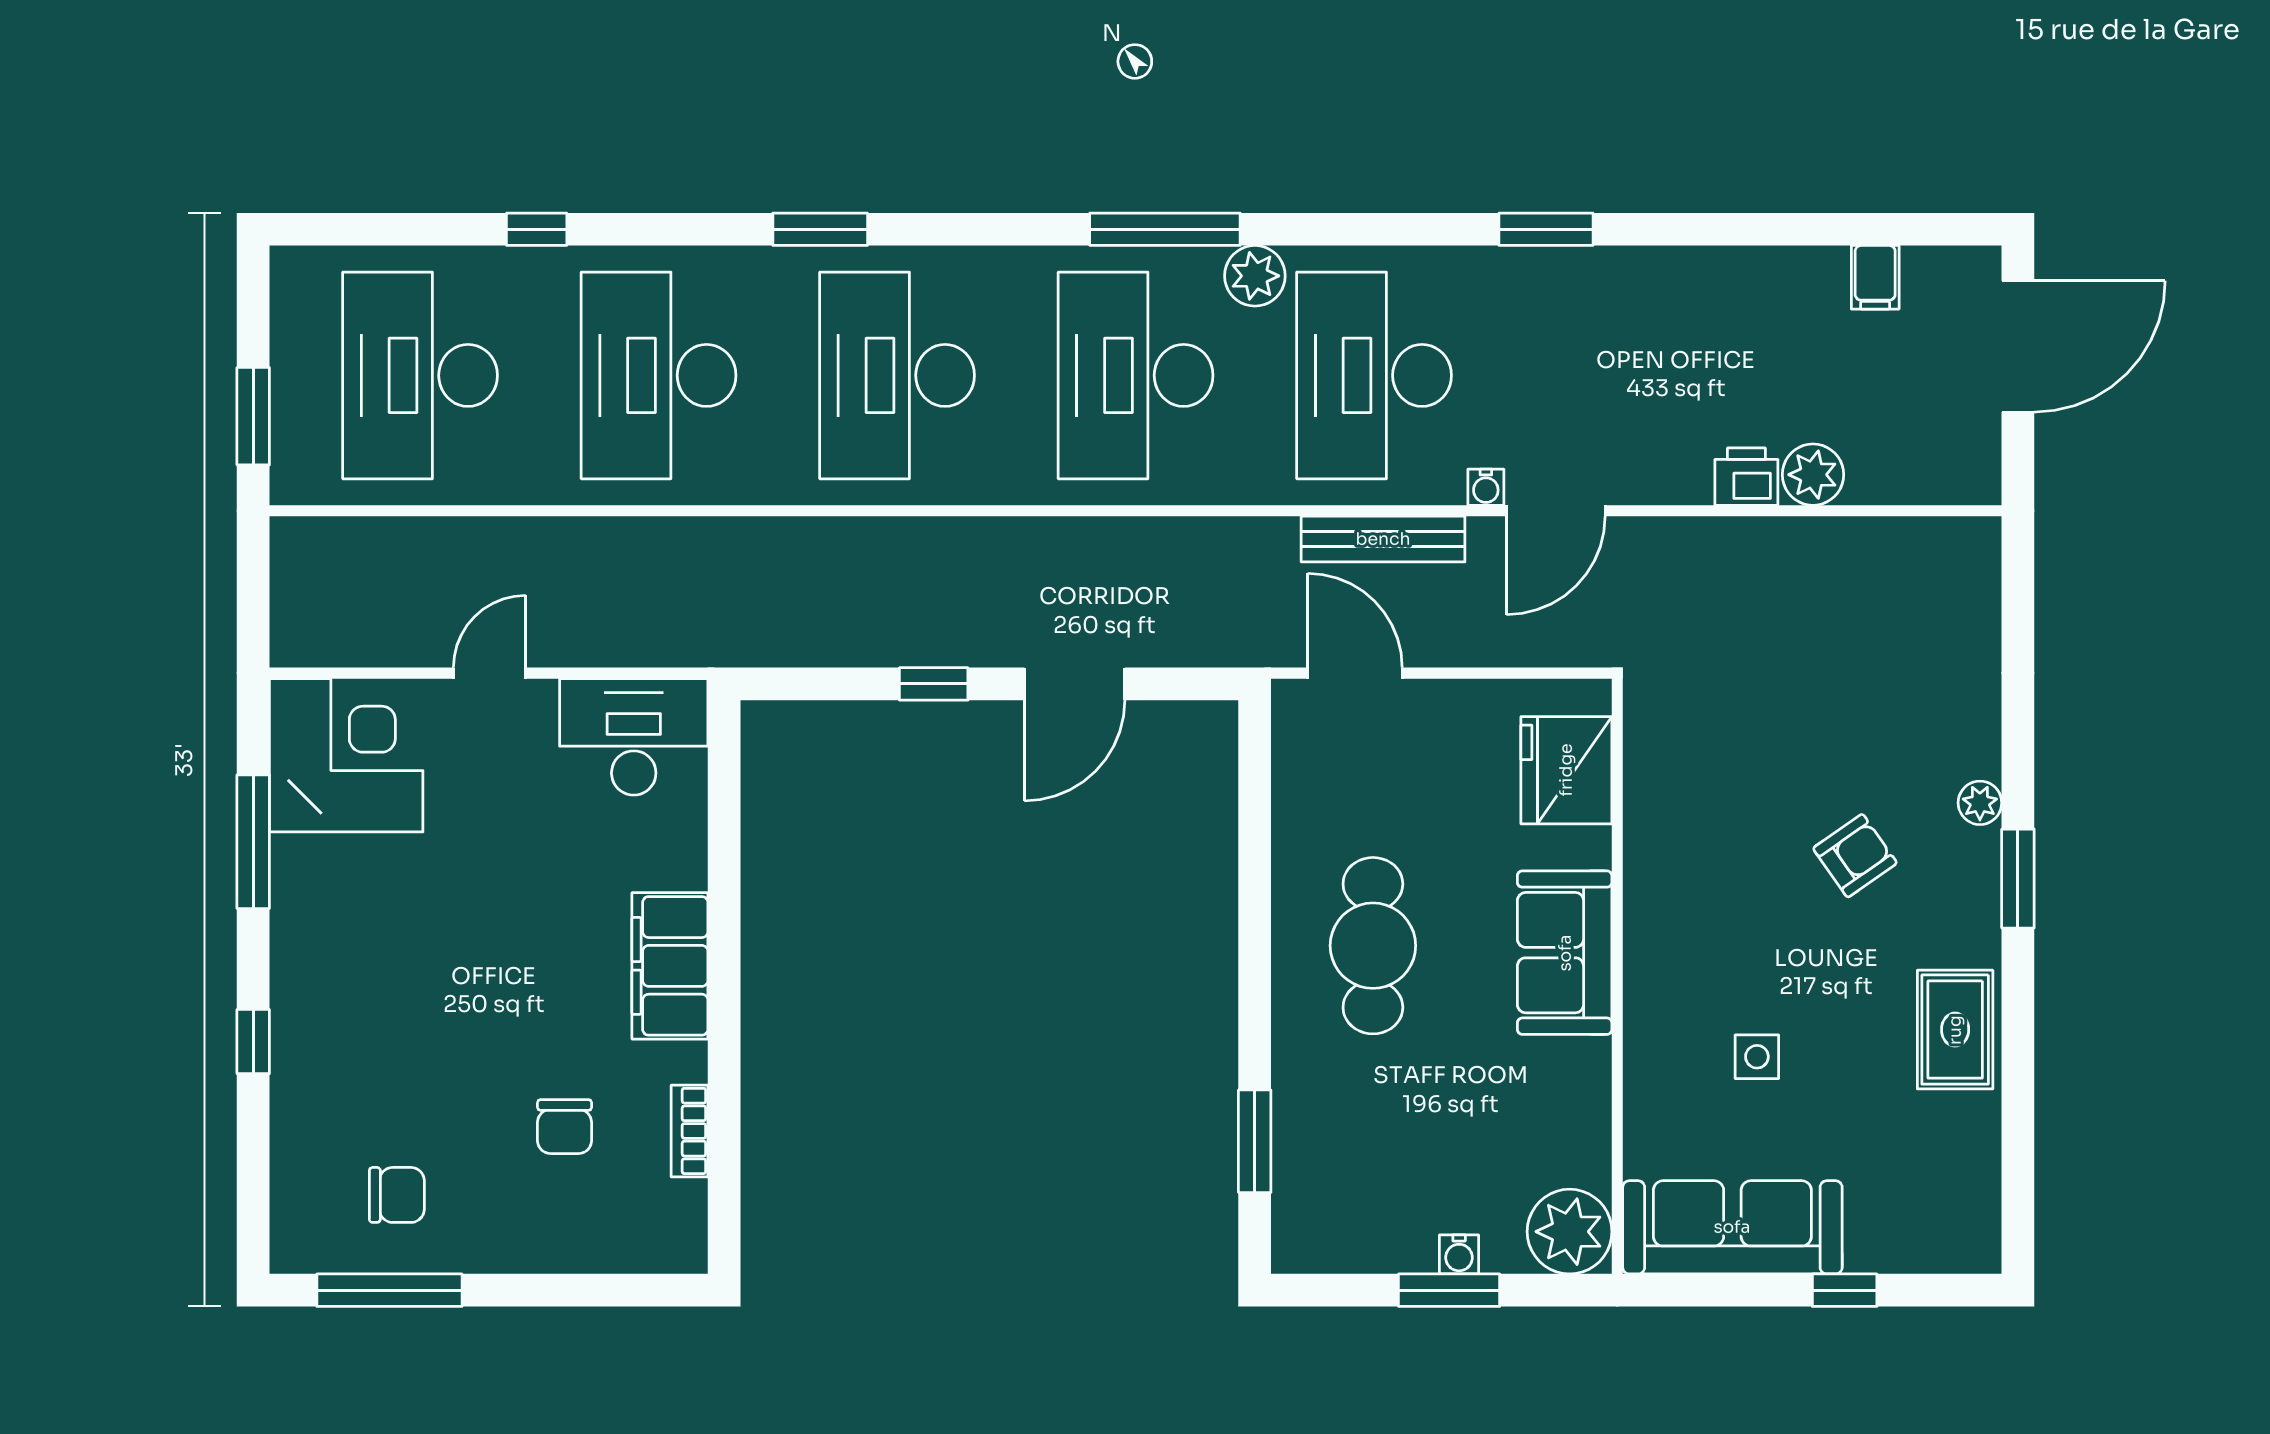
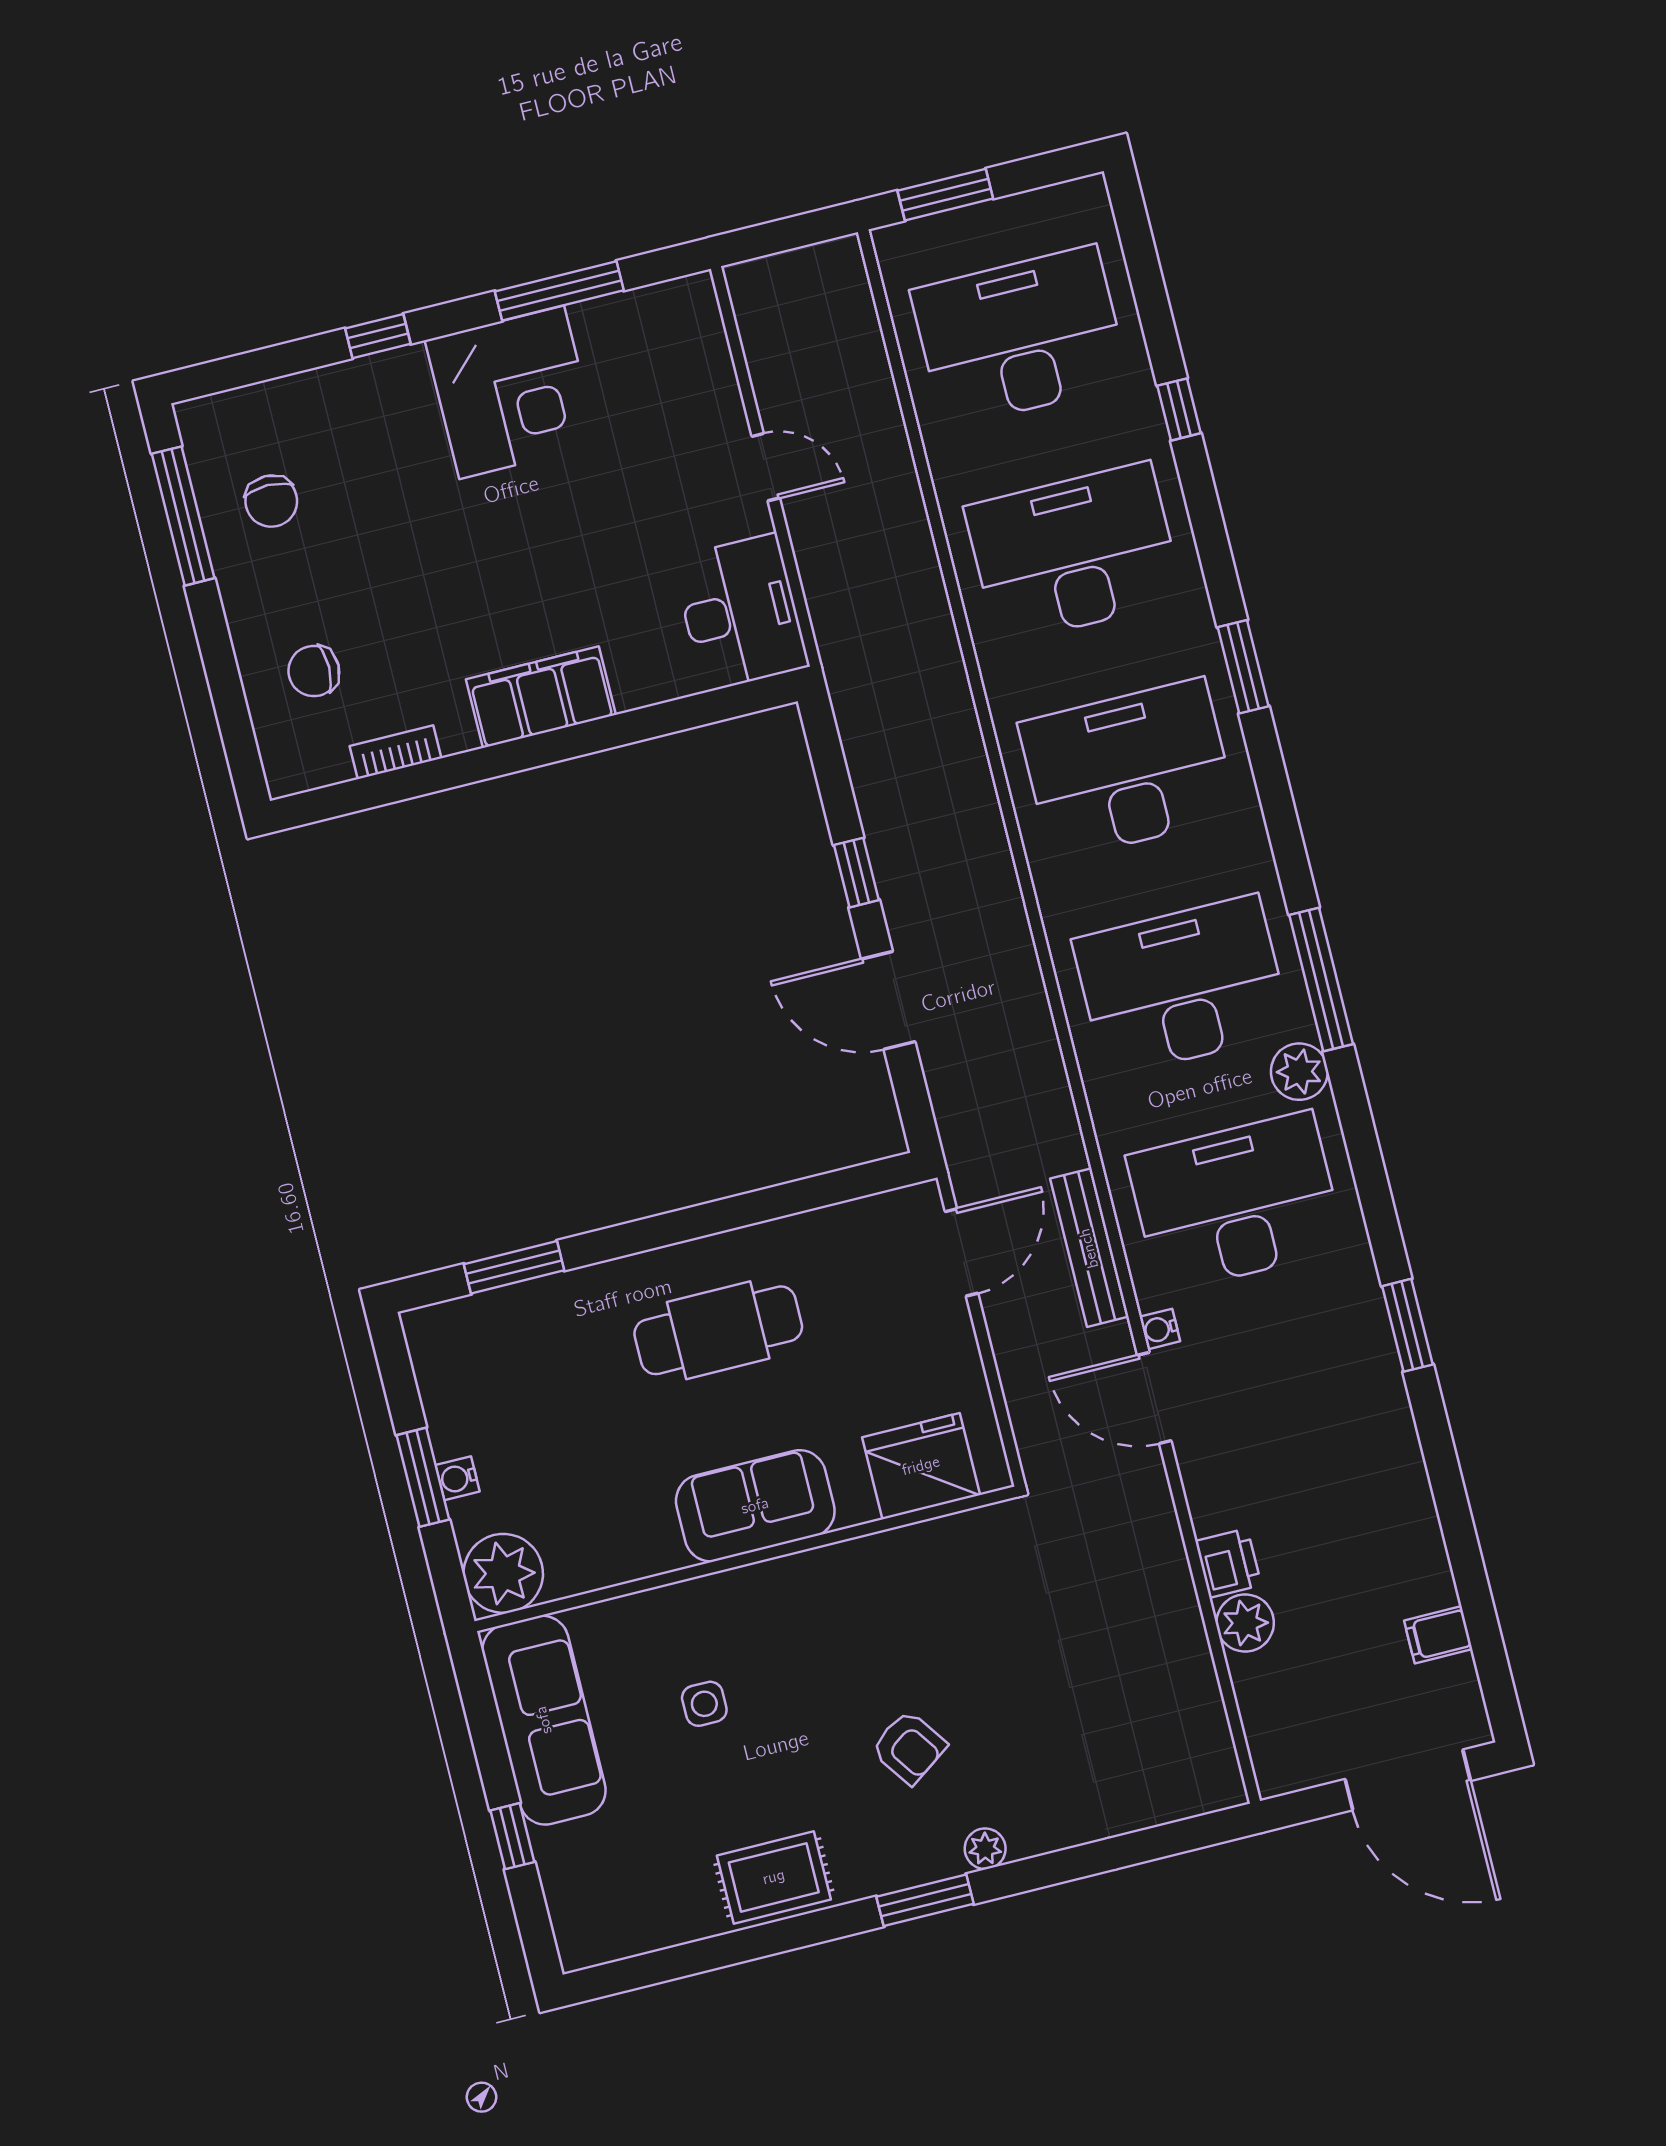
corner desk: (346, 755) -> (512, 392), moved
chair: (565, 1127) -> (314, 671), moved

